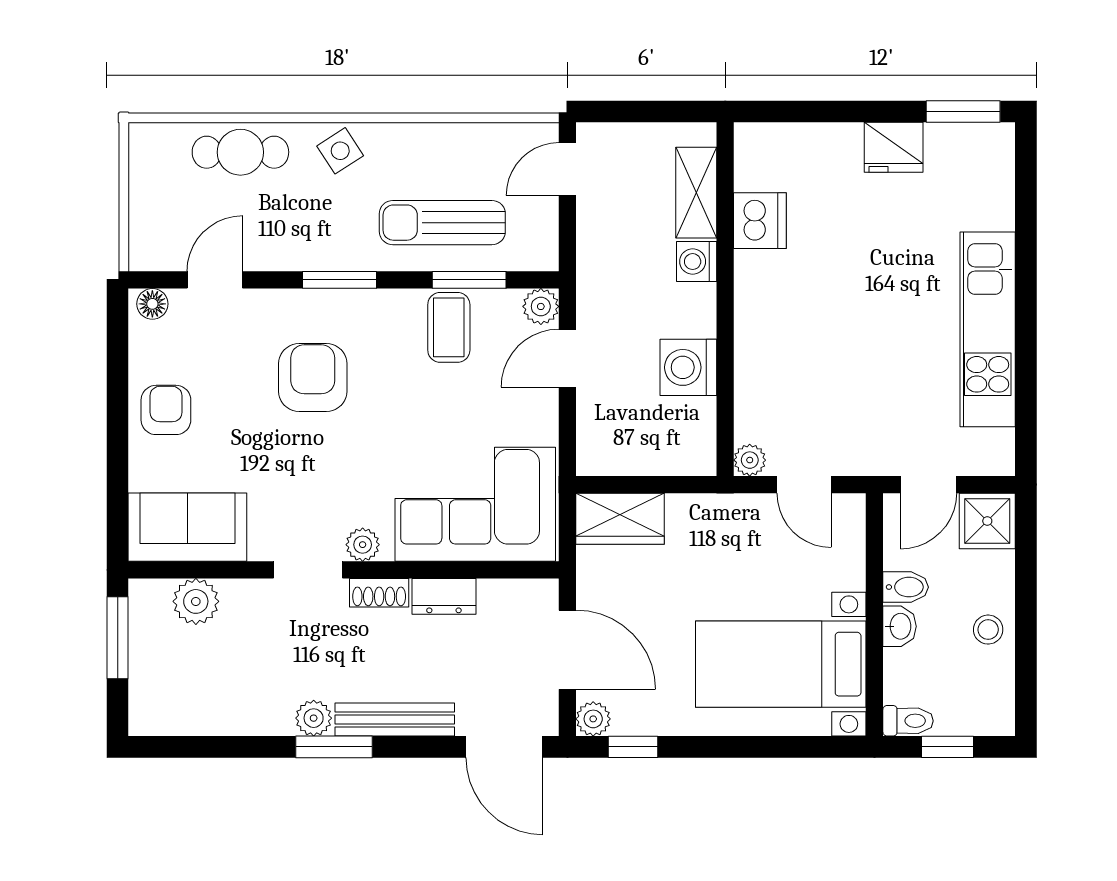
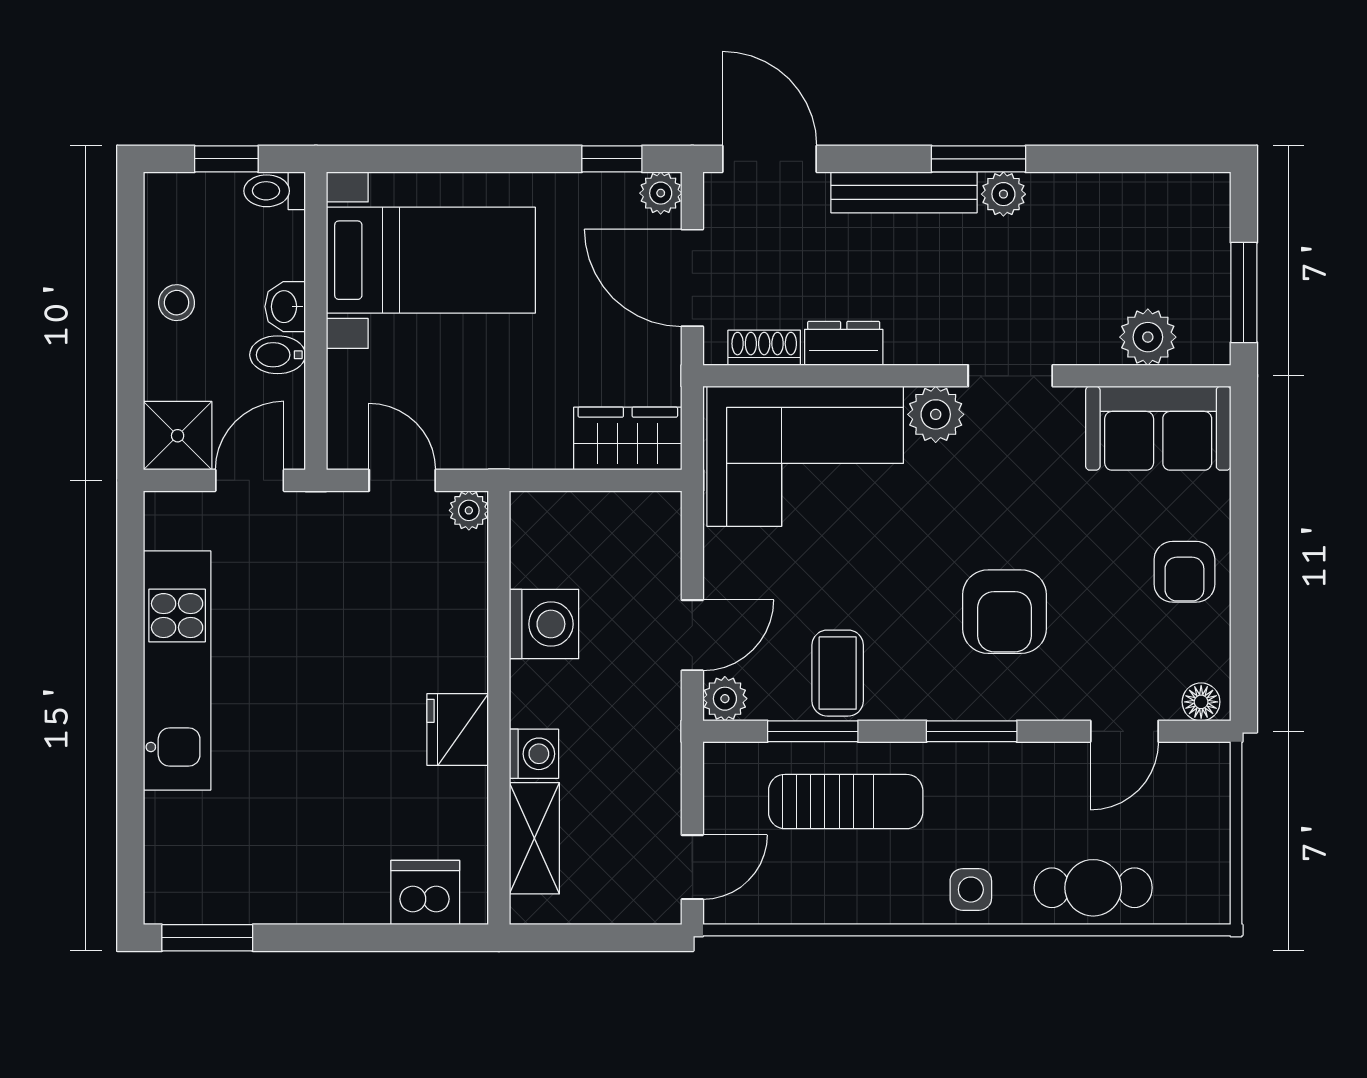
fridge: (894, 147) -> (458, 729), moved, turned -90
side table: (340, 151) -> (971, 890), turned 33
dishwasher: (760, 221) -> (425, 893), moved, turned 90
plant: (363, 545) -> (936, 414), width x1.38, depth x1.38
shoe rack: (379, 593) -> (764, 348), moved

